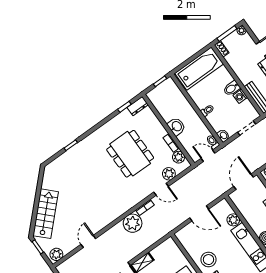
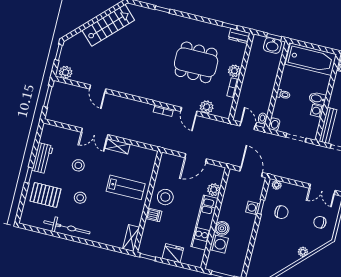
washbasin: (176, 126) -> (272, 46), moved, turned 90
dining table: (130, 154) -> (196, 62), turned 90
plant: (179, 157) -> (234, 71), moved
door: (244, 182) -> (251, 172), hinge flipped
door: (199, 213) -> (196, 158), hinge flipped
stairs: (46, 214) -> (108, 25), moved
plant: (133, 223) -> (142, 112), removed
door: (88, 241) -> (98, 89), swing flipped

